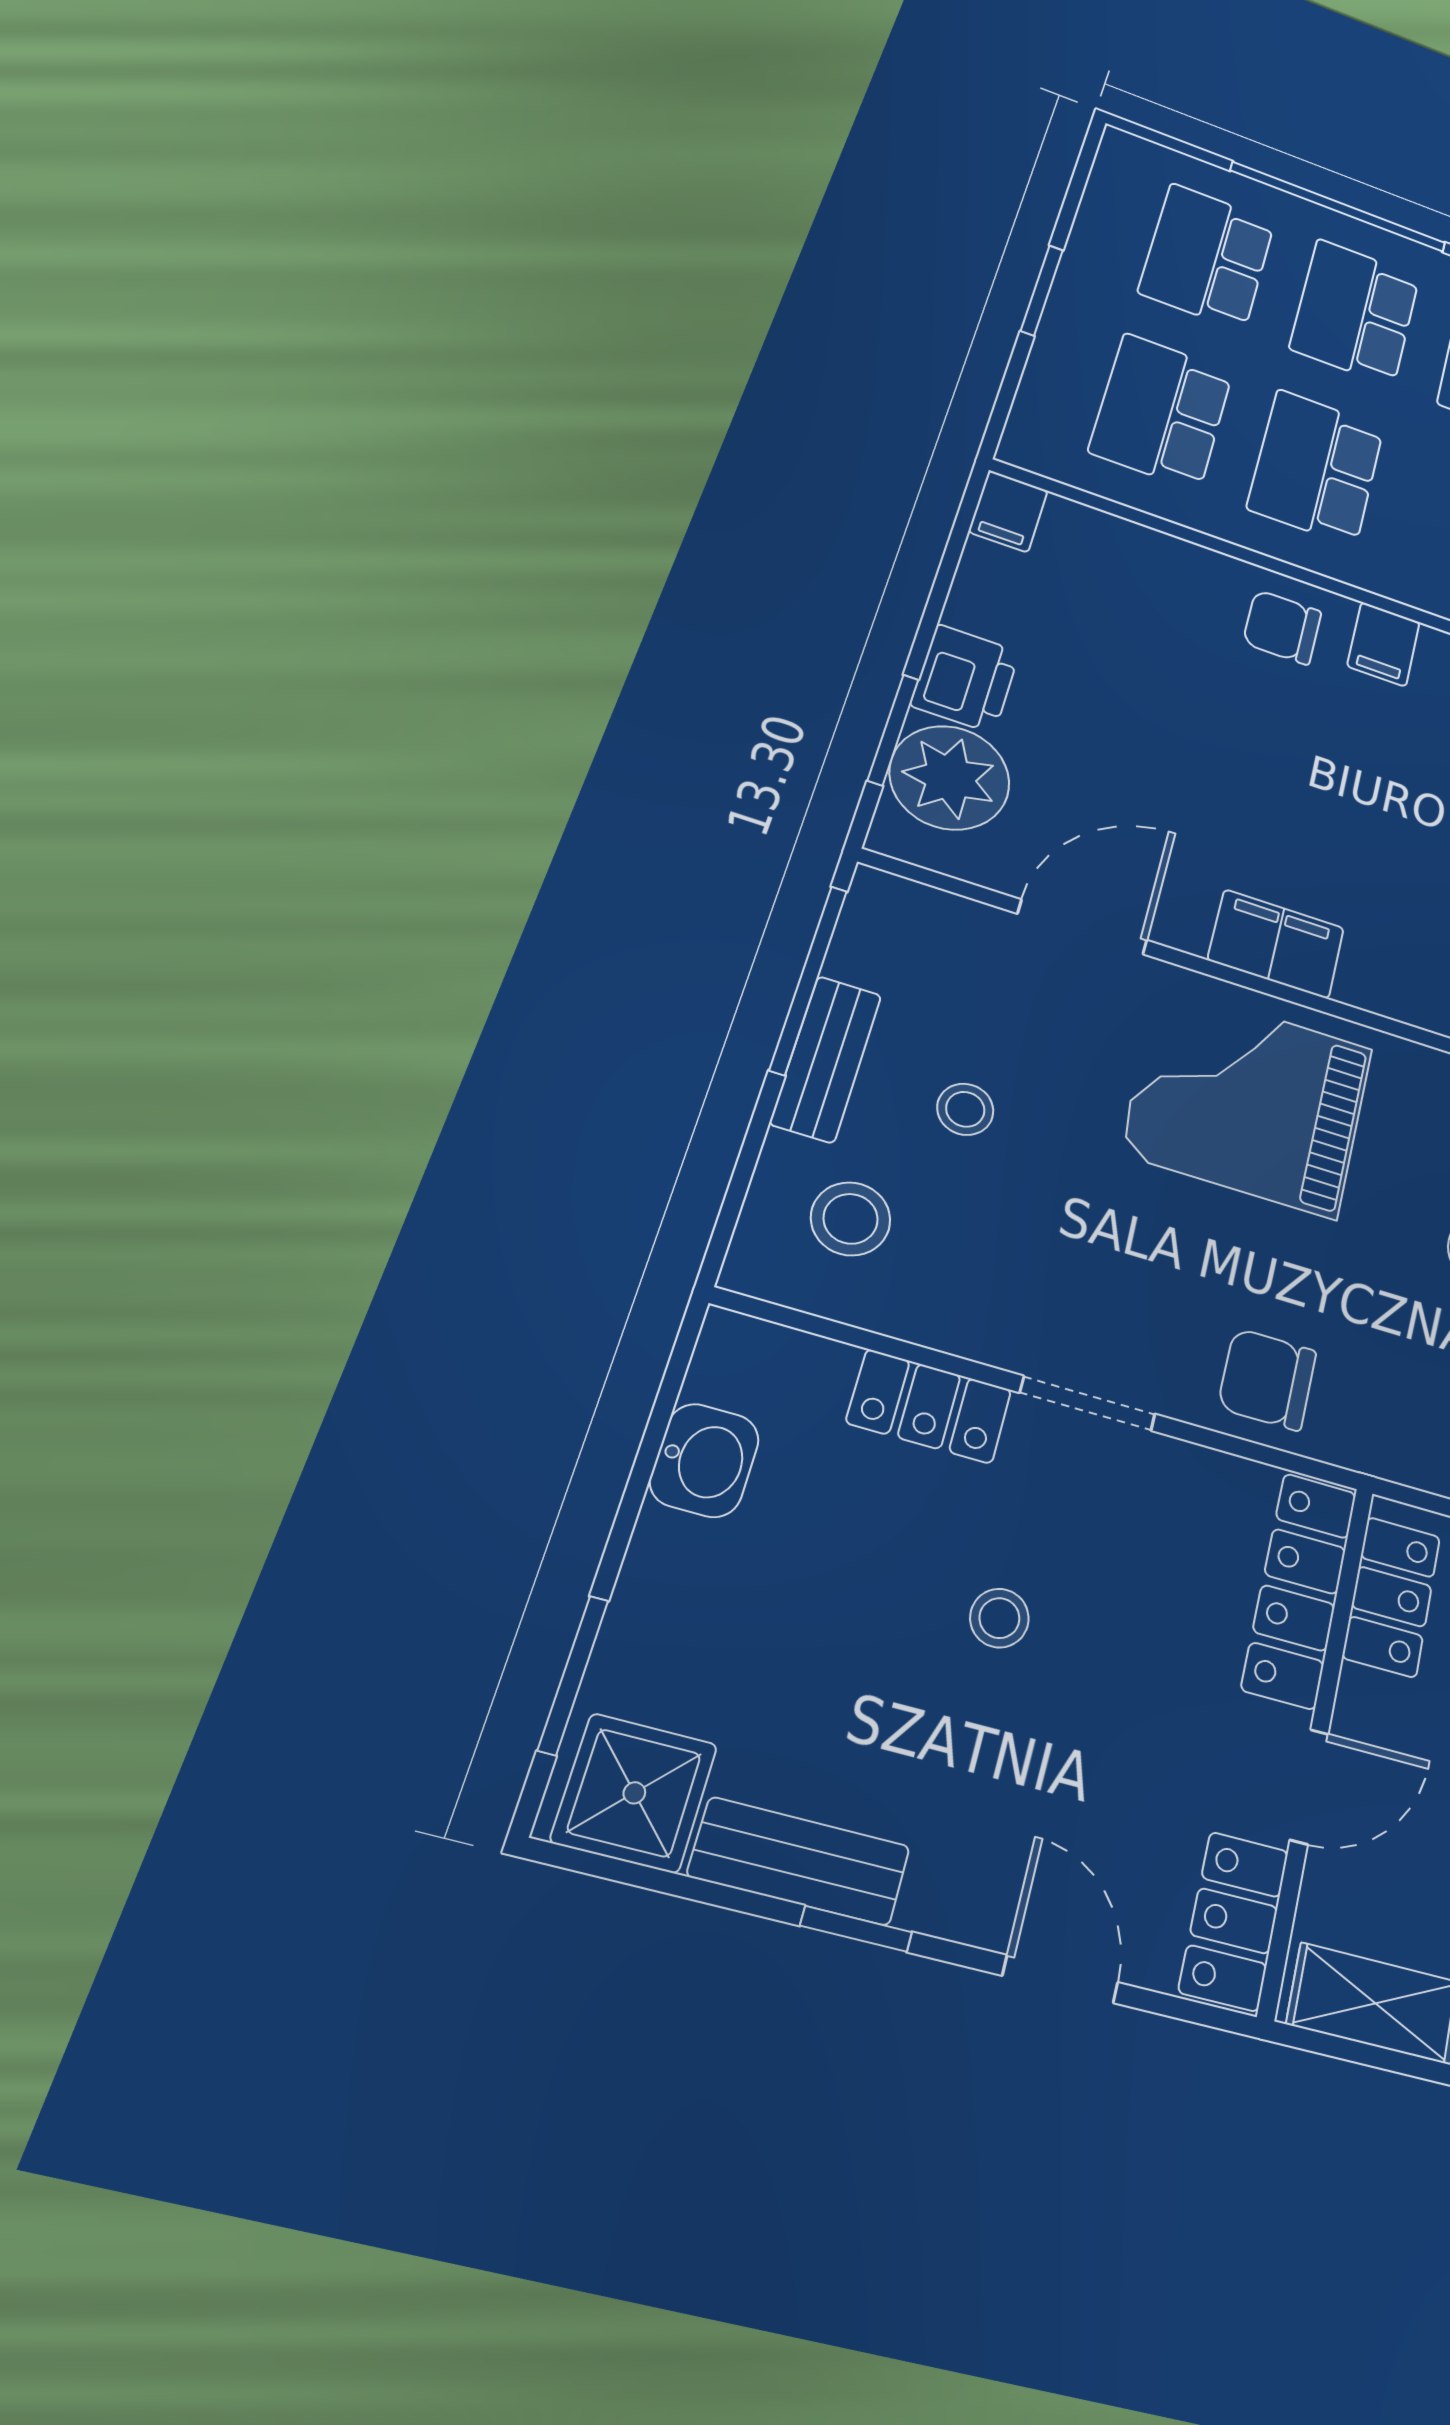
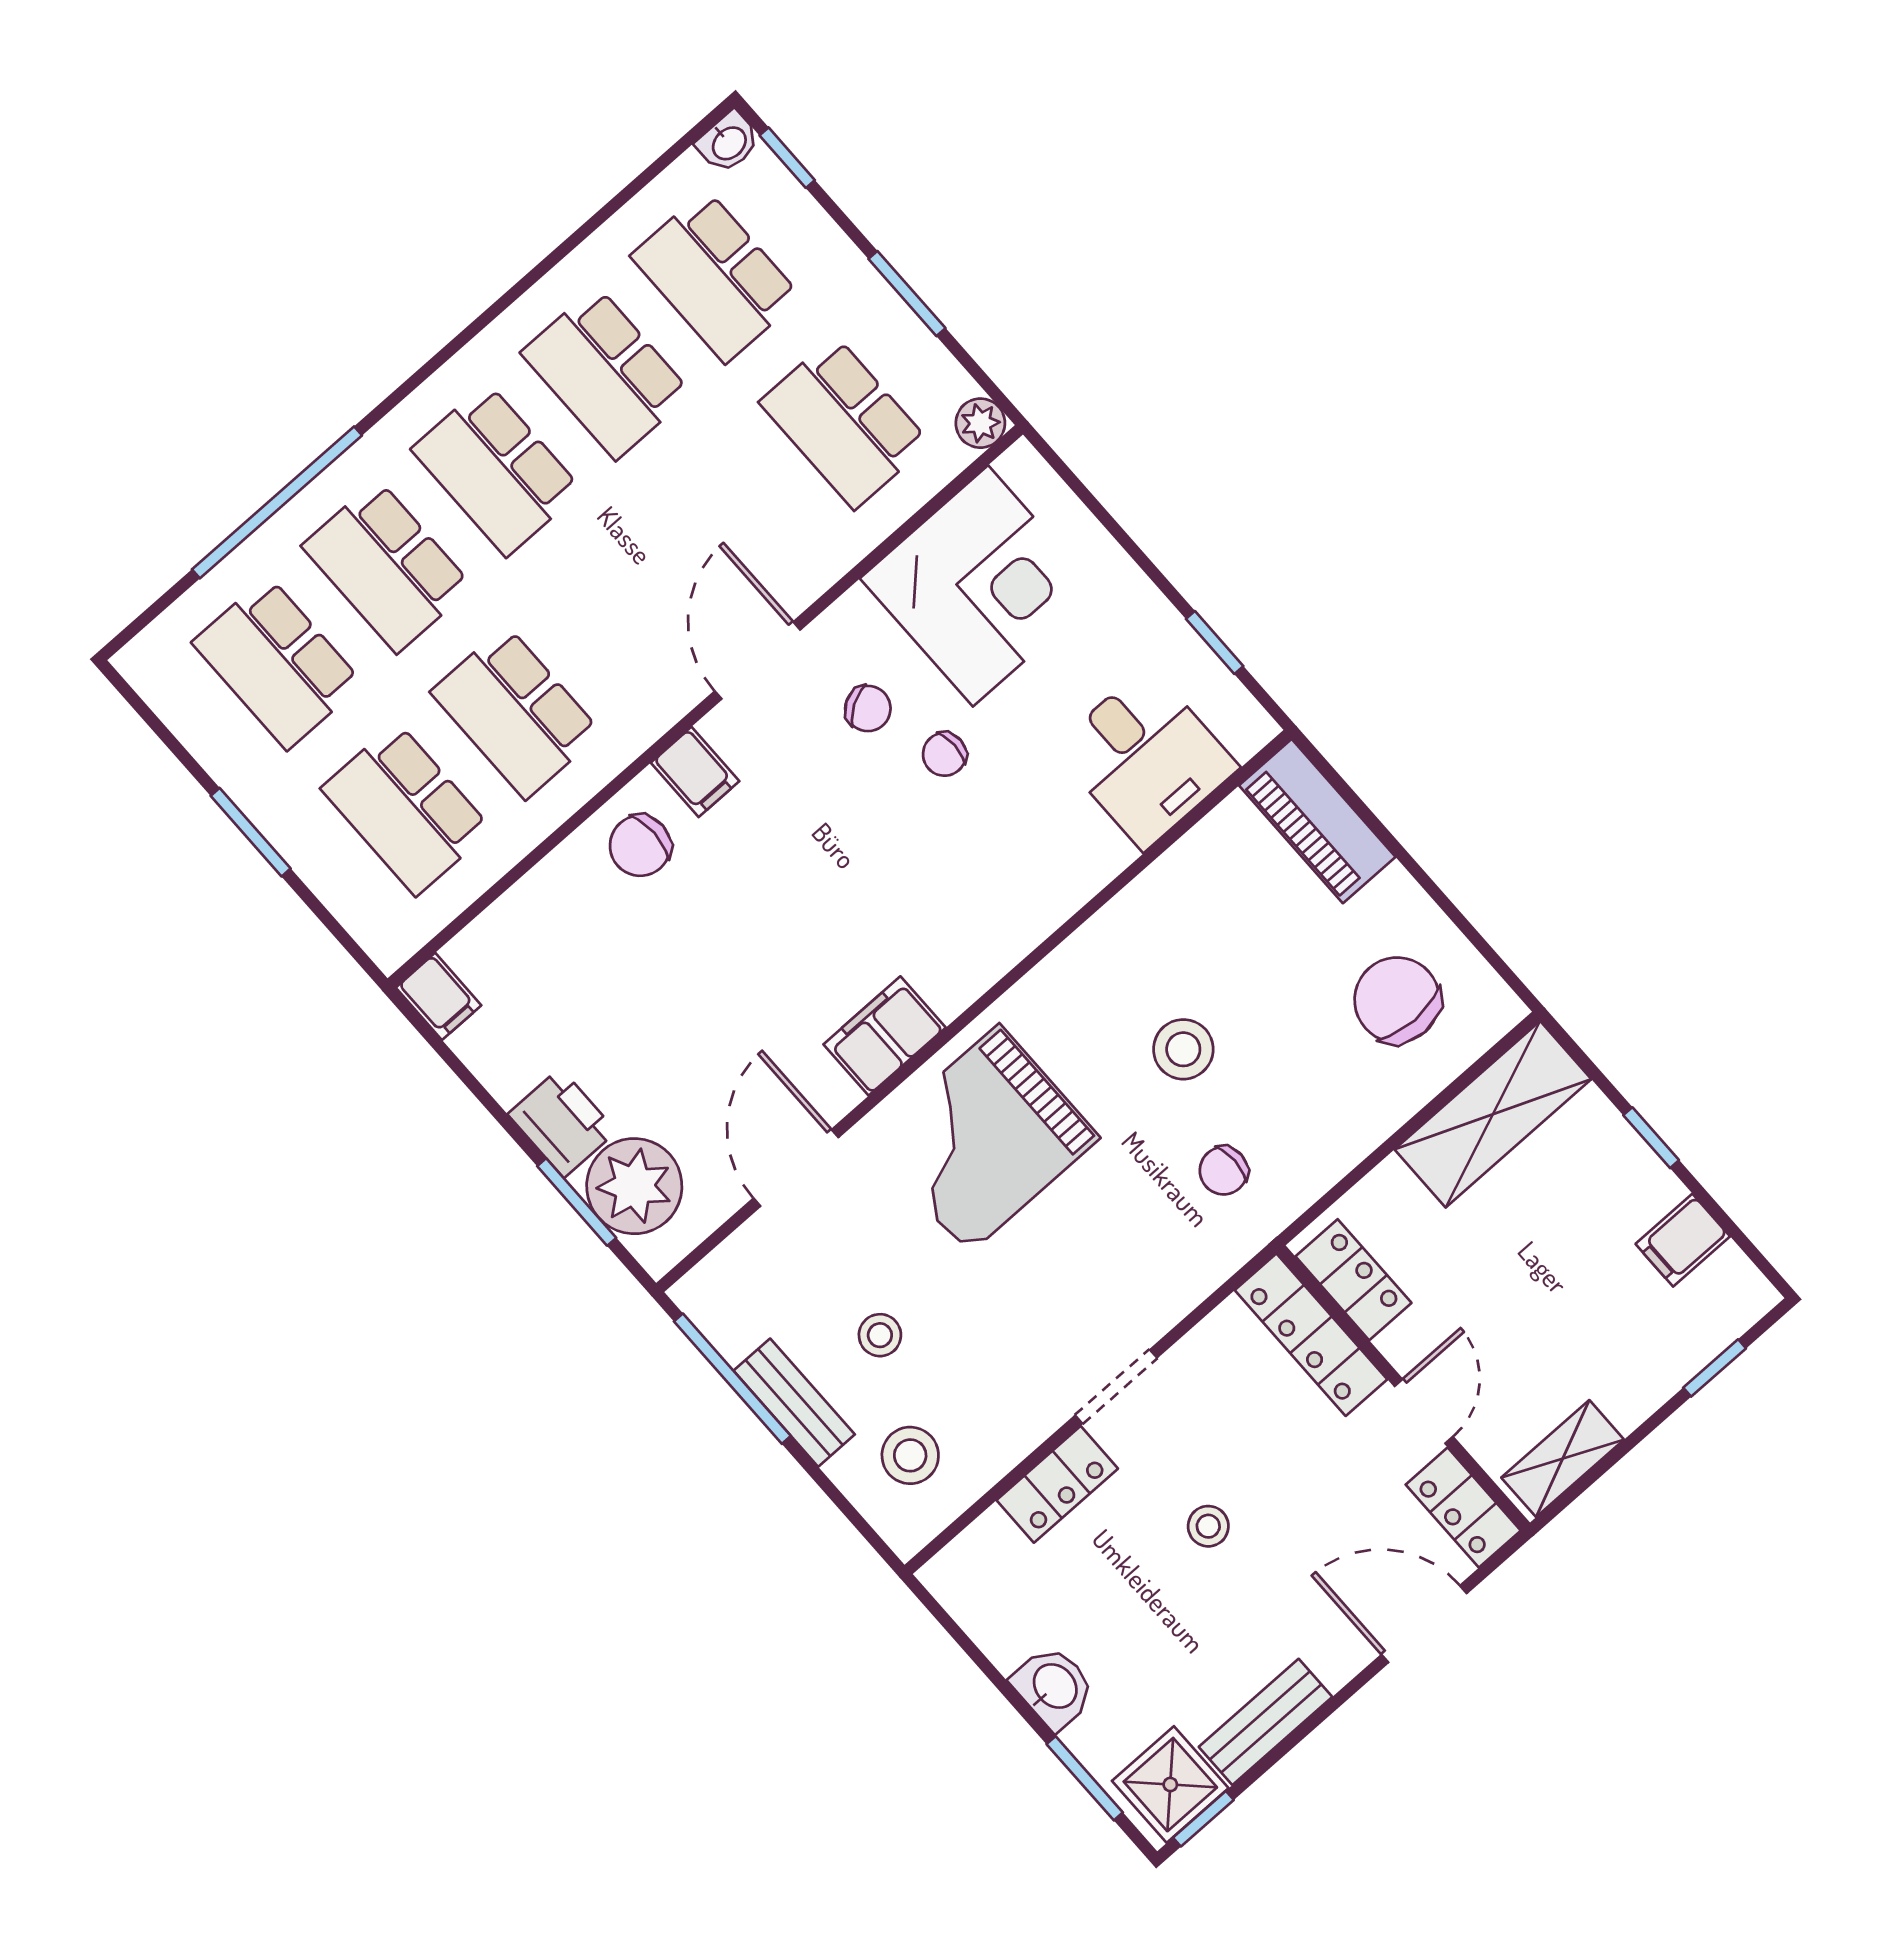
chair: (1267, 1379) -> (1224, 1171), moved, width x0.73, depth x0.73
washbasin: (704, 1460) -> (1054, 1687), moved
window: (856, 1929) -> (1203, 1819), moved
door: (1060, 1979) -> (1424, 1624), width x1.38

